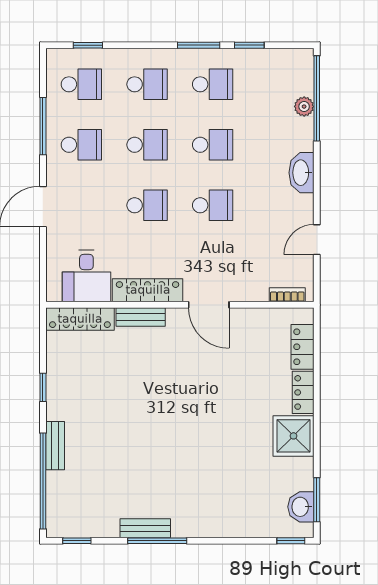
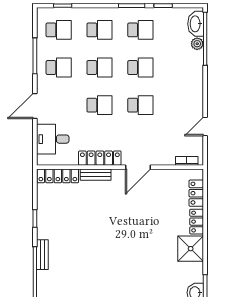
washbasin: (301, 173) -> (196, 24), moved
desk: (86, 276) -> (53, 139), moved, turned 90
door: (209, 305) -> (138, 167), hinge flipped

